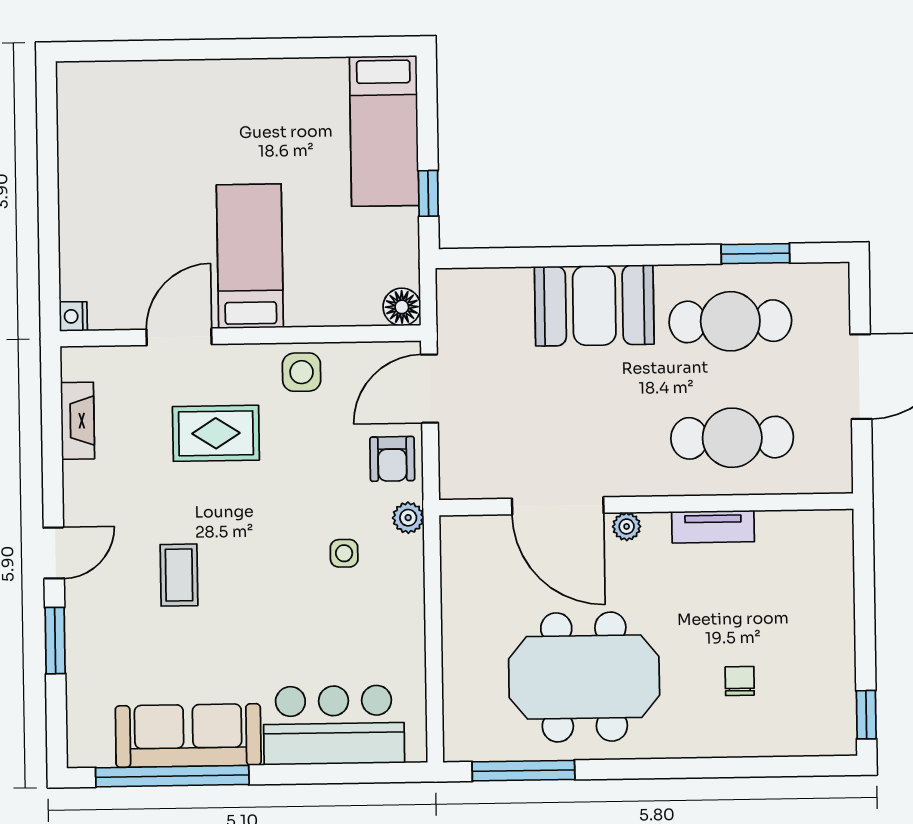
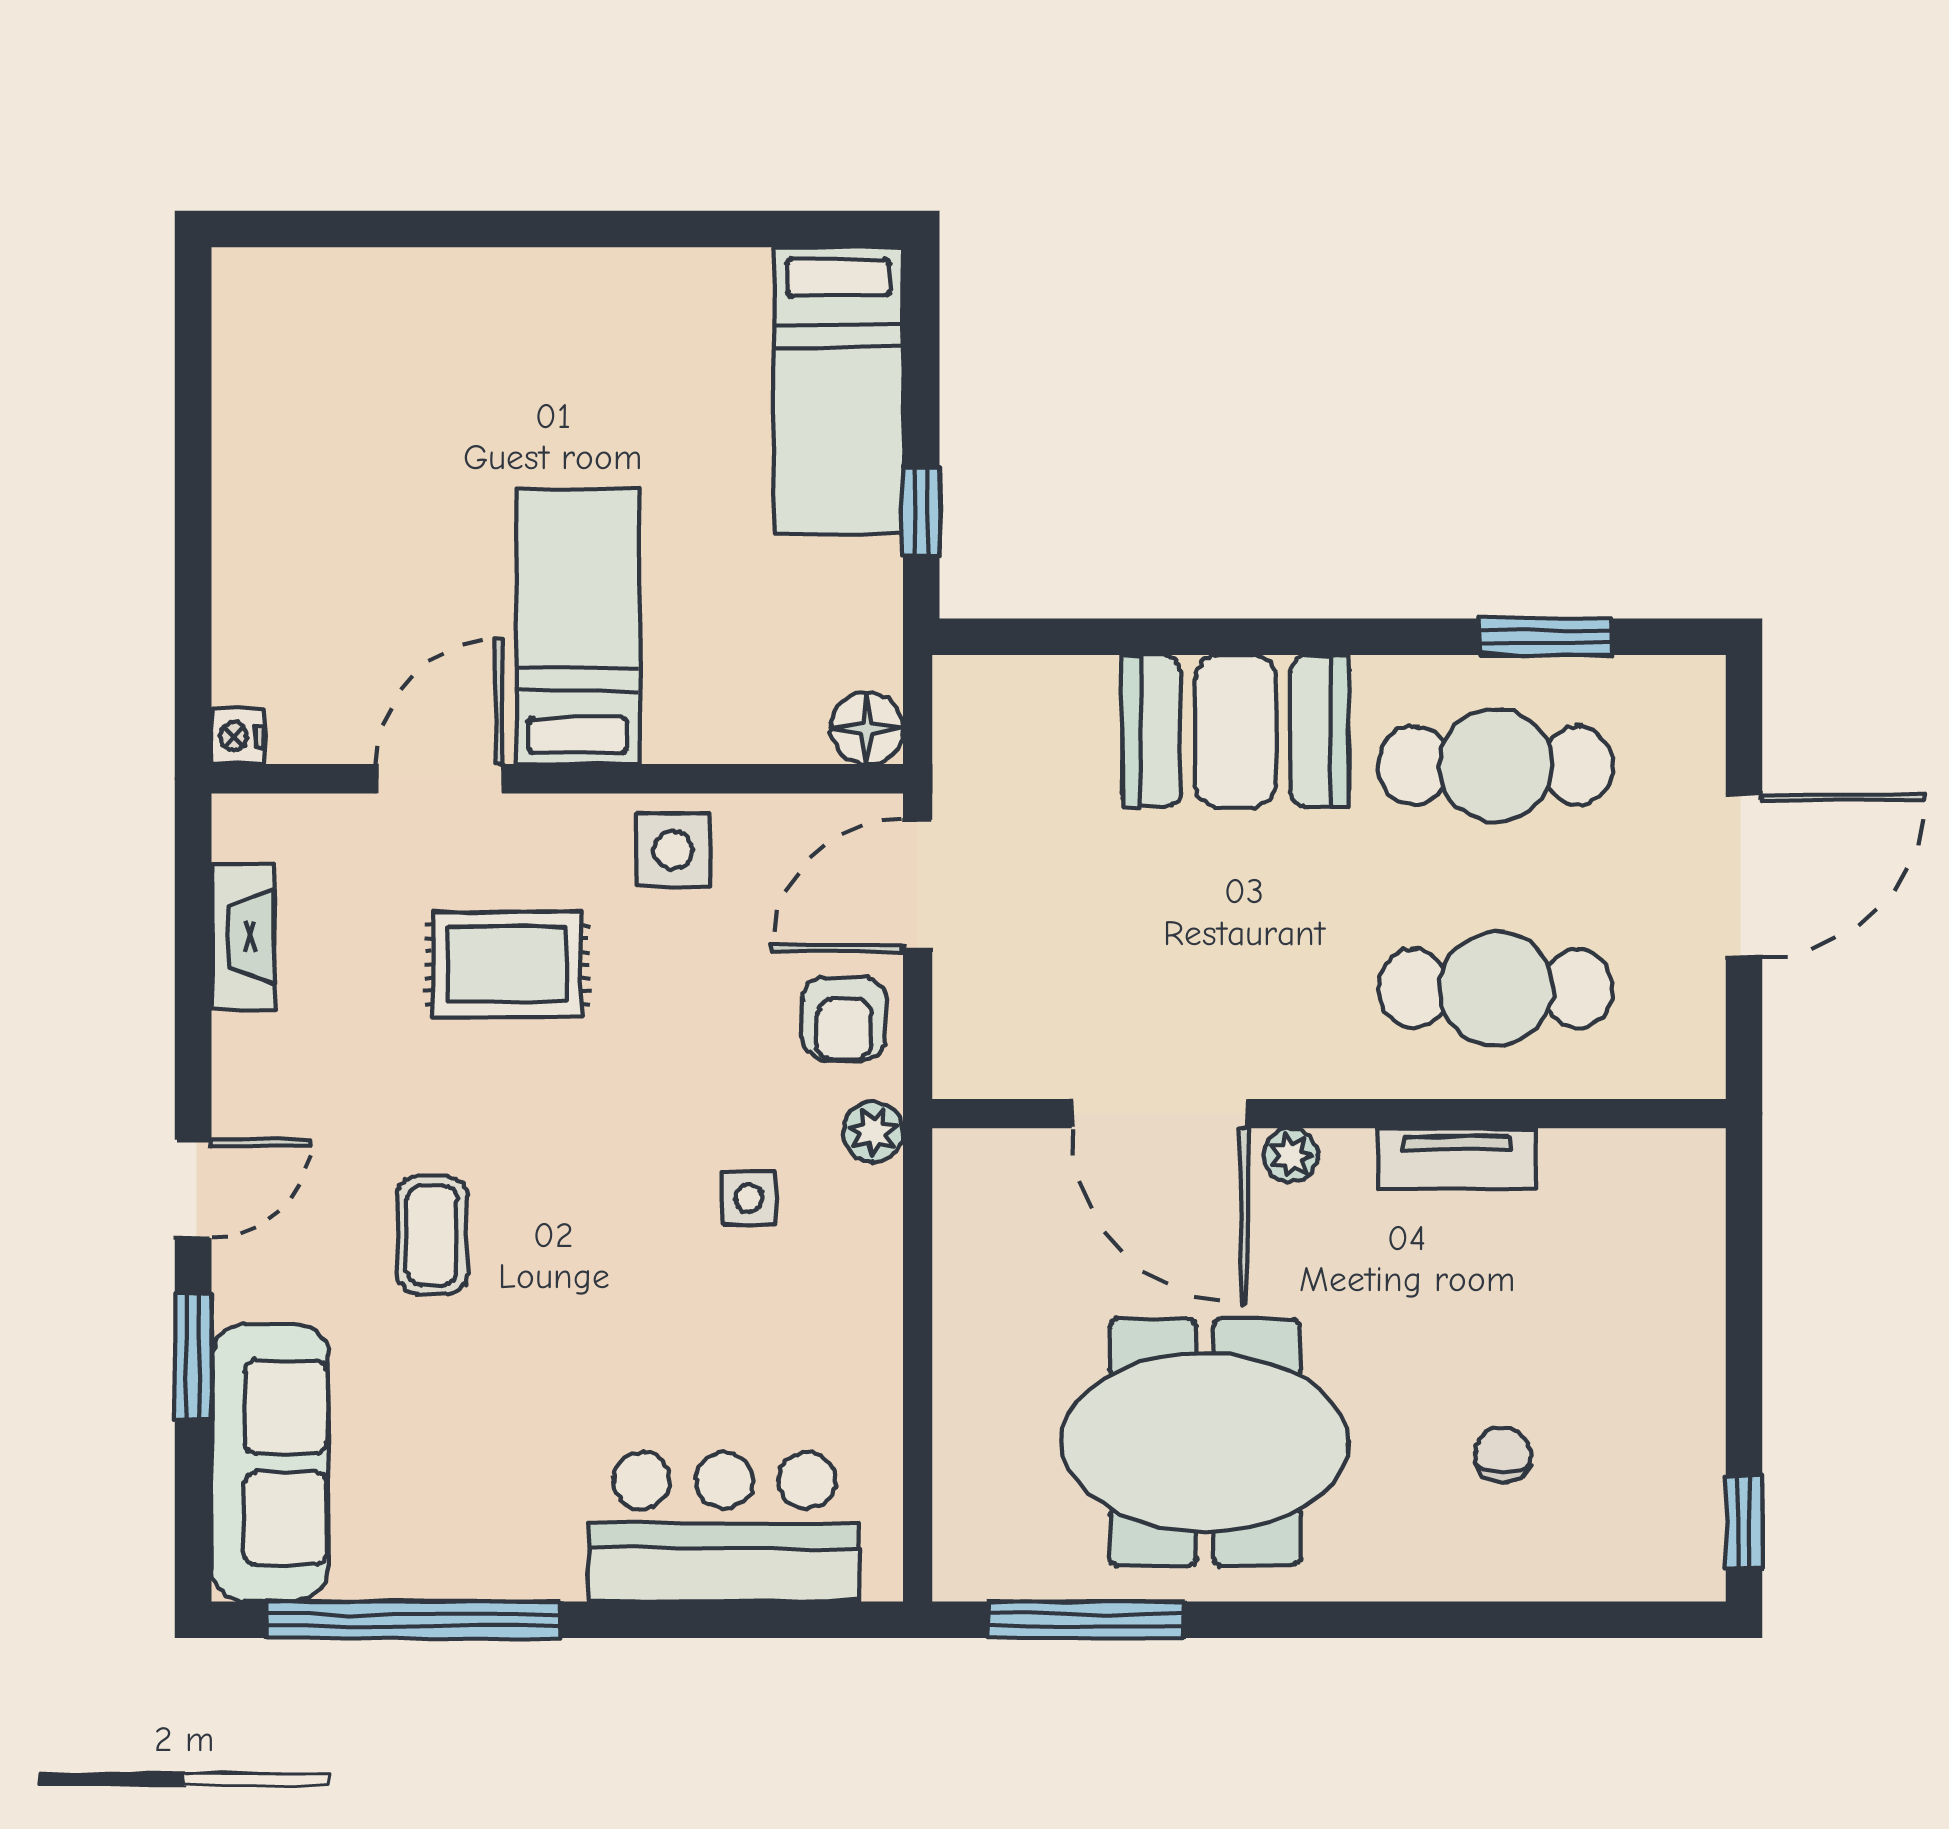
sofa: (188, 736) -> (270, 1463), moved, turned 90

